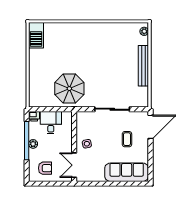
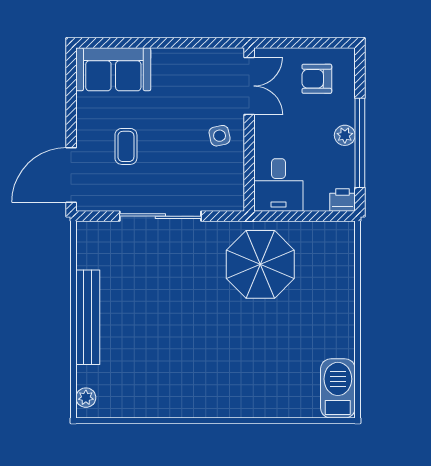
desk: (51, 123) -> (278, 185), moved
sofa: (127, 172) -> (113, 69), width x0.73

